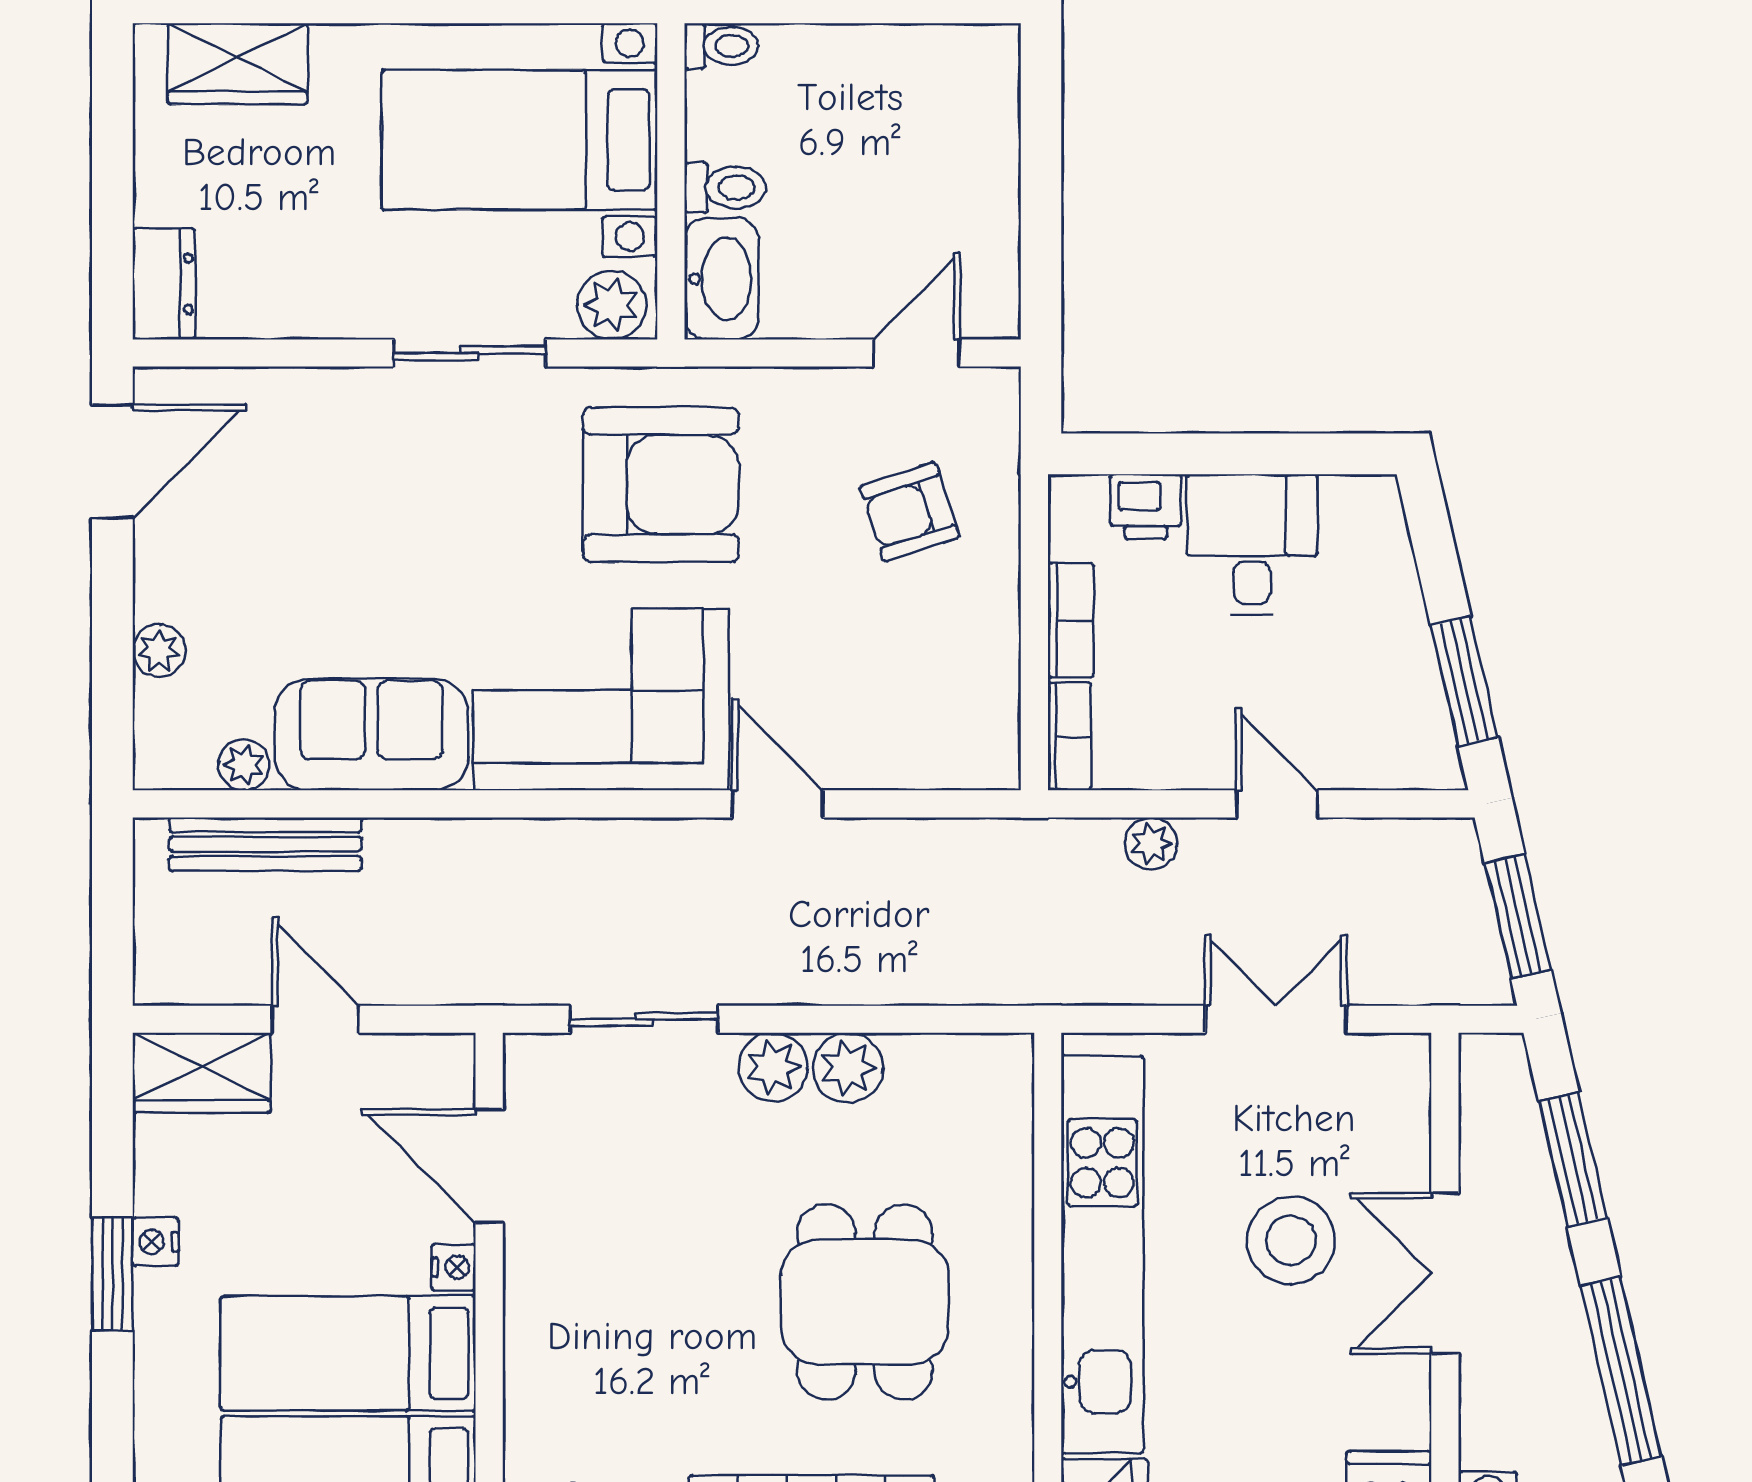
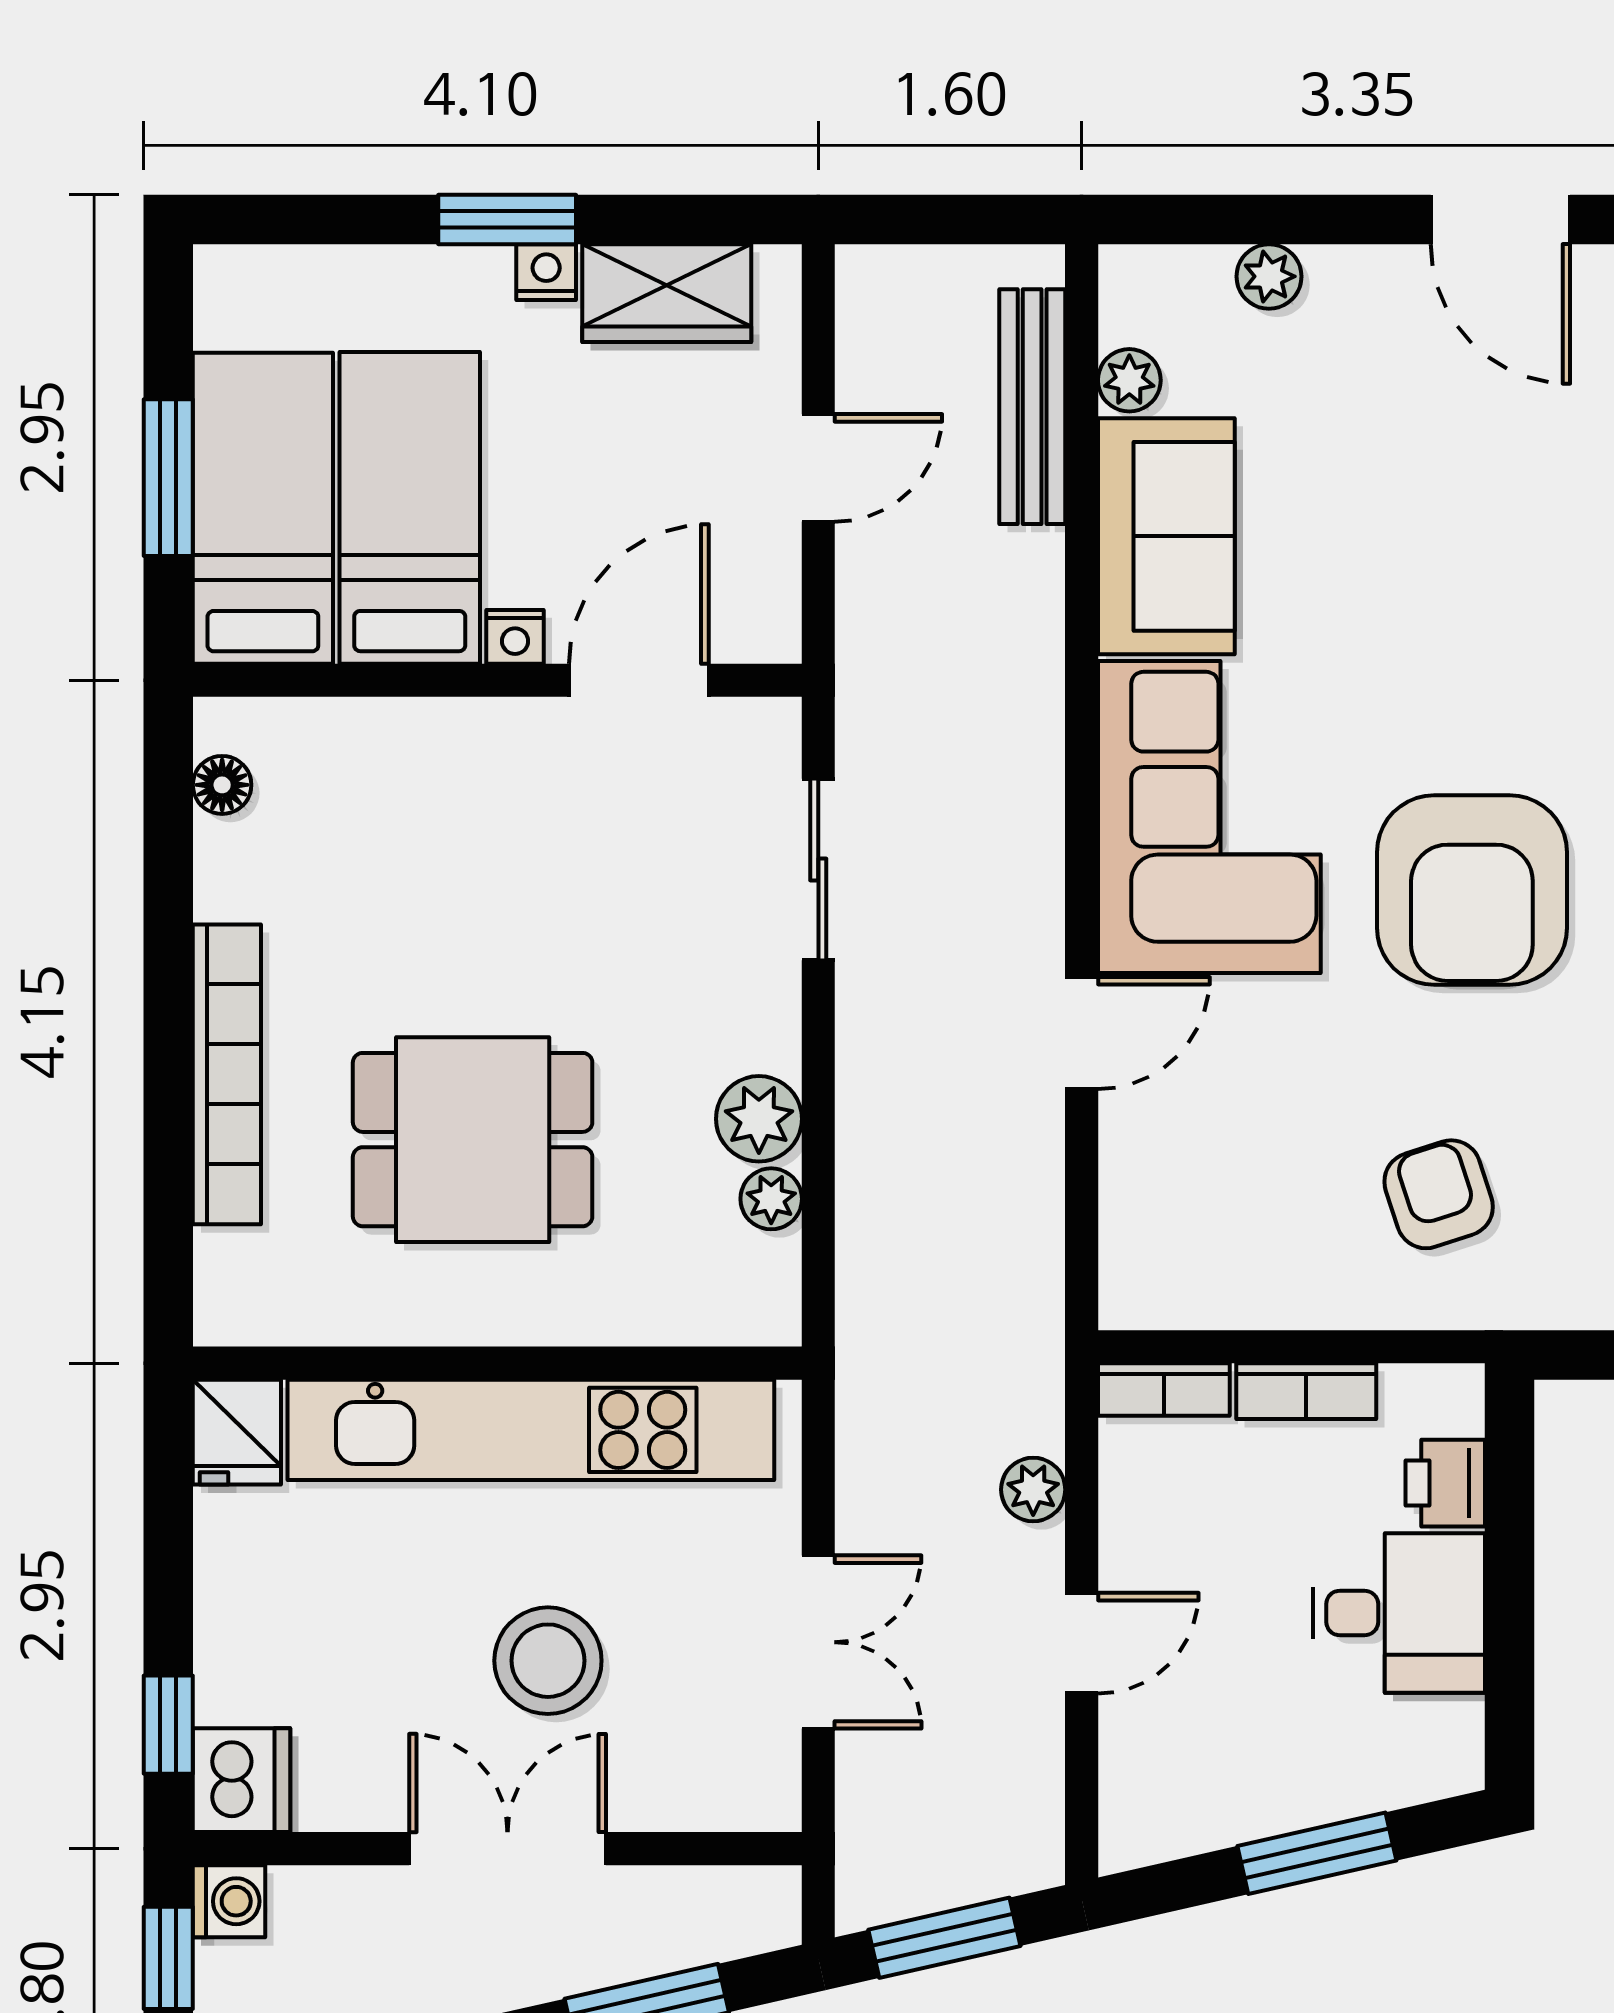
window: (1464, 681) -> (1317, 1853), moved
plant: (773, 1067) -> (771, 1199), moved, width x0.73, depth x0.73
wardrobe: (202, 1073) -> (667, 293), moved, turned -90

